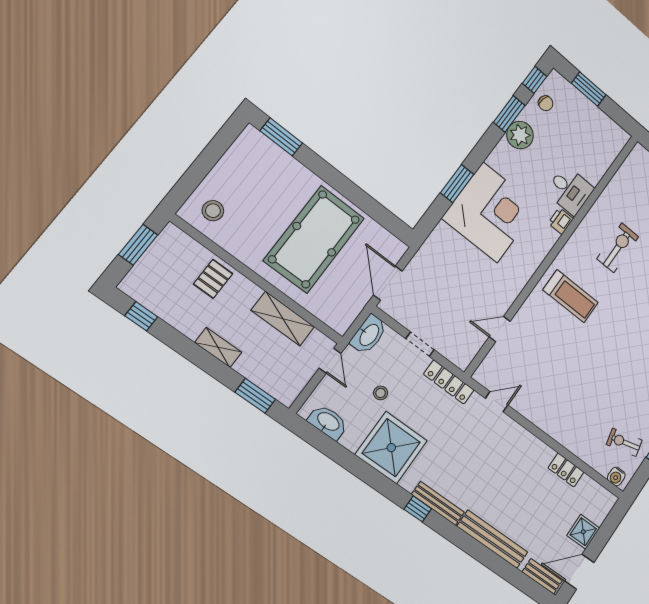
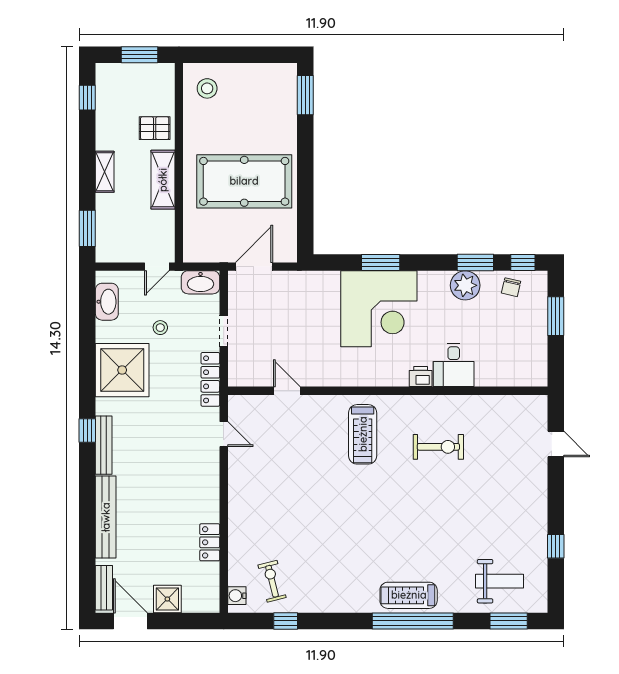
shelving: (283, 319) -> (163, 180), moved

